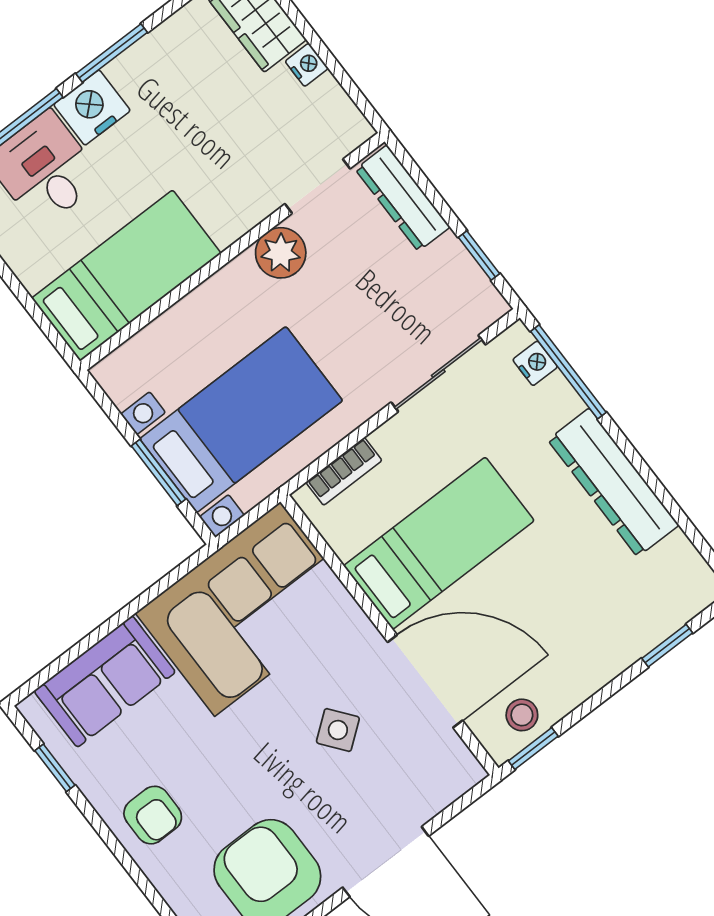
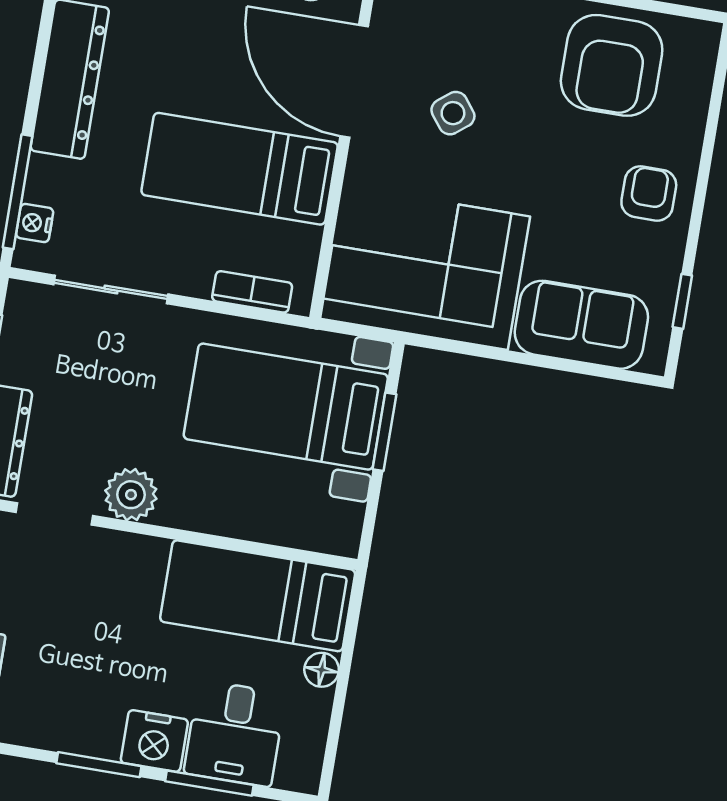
floor lamp: (32, 272) -> (322, 670), added

